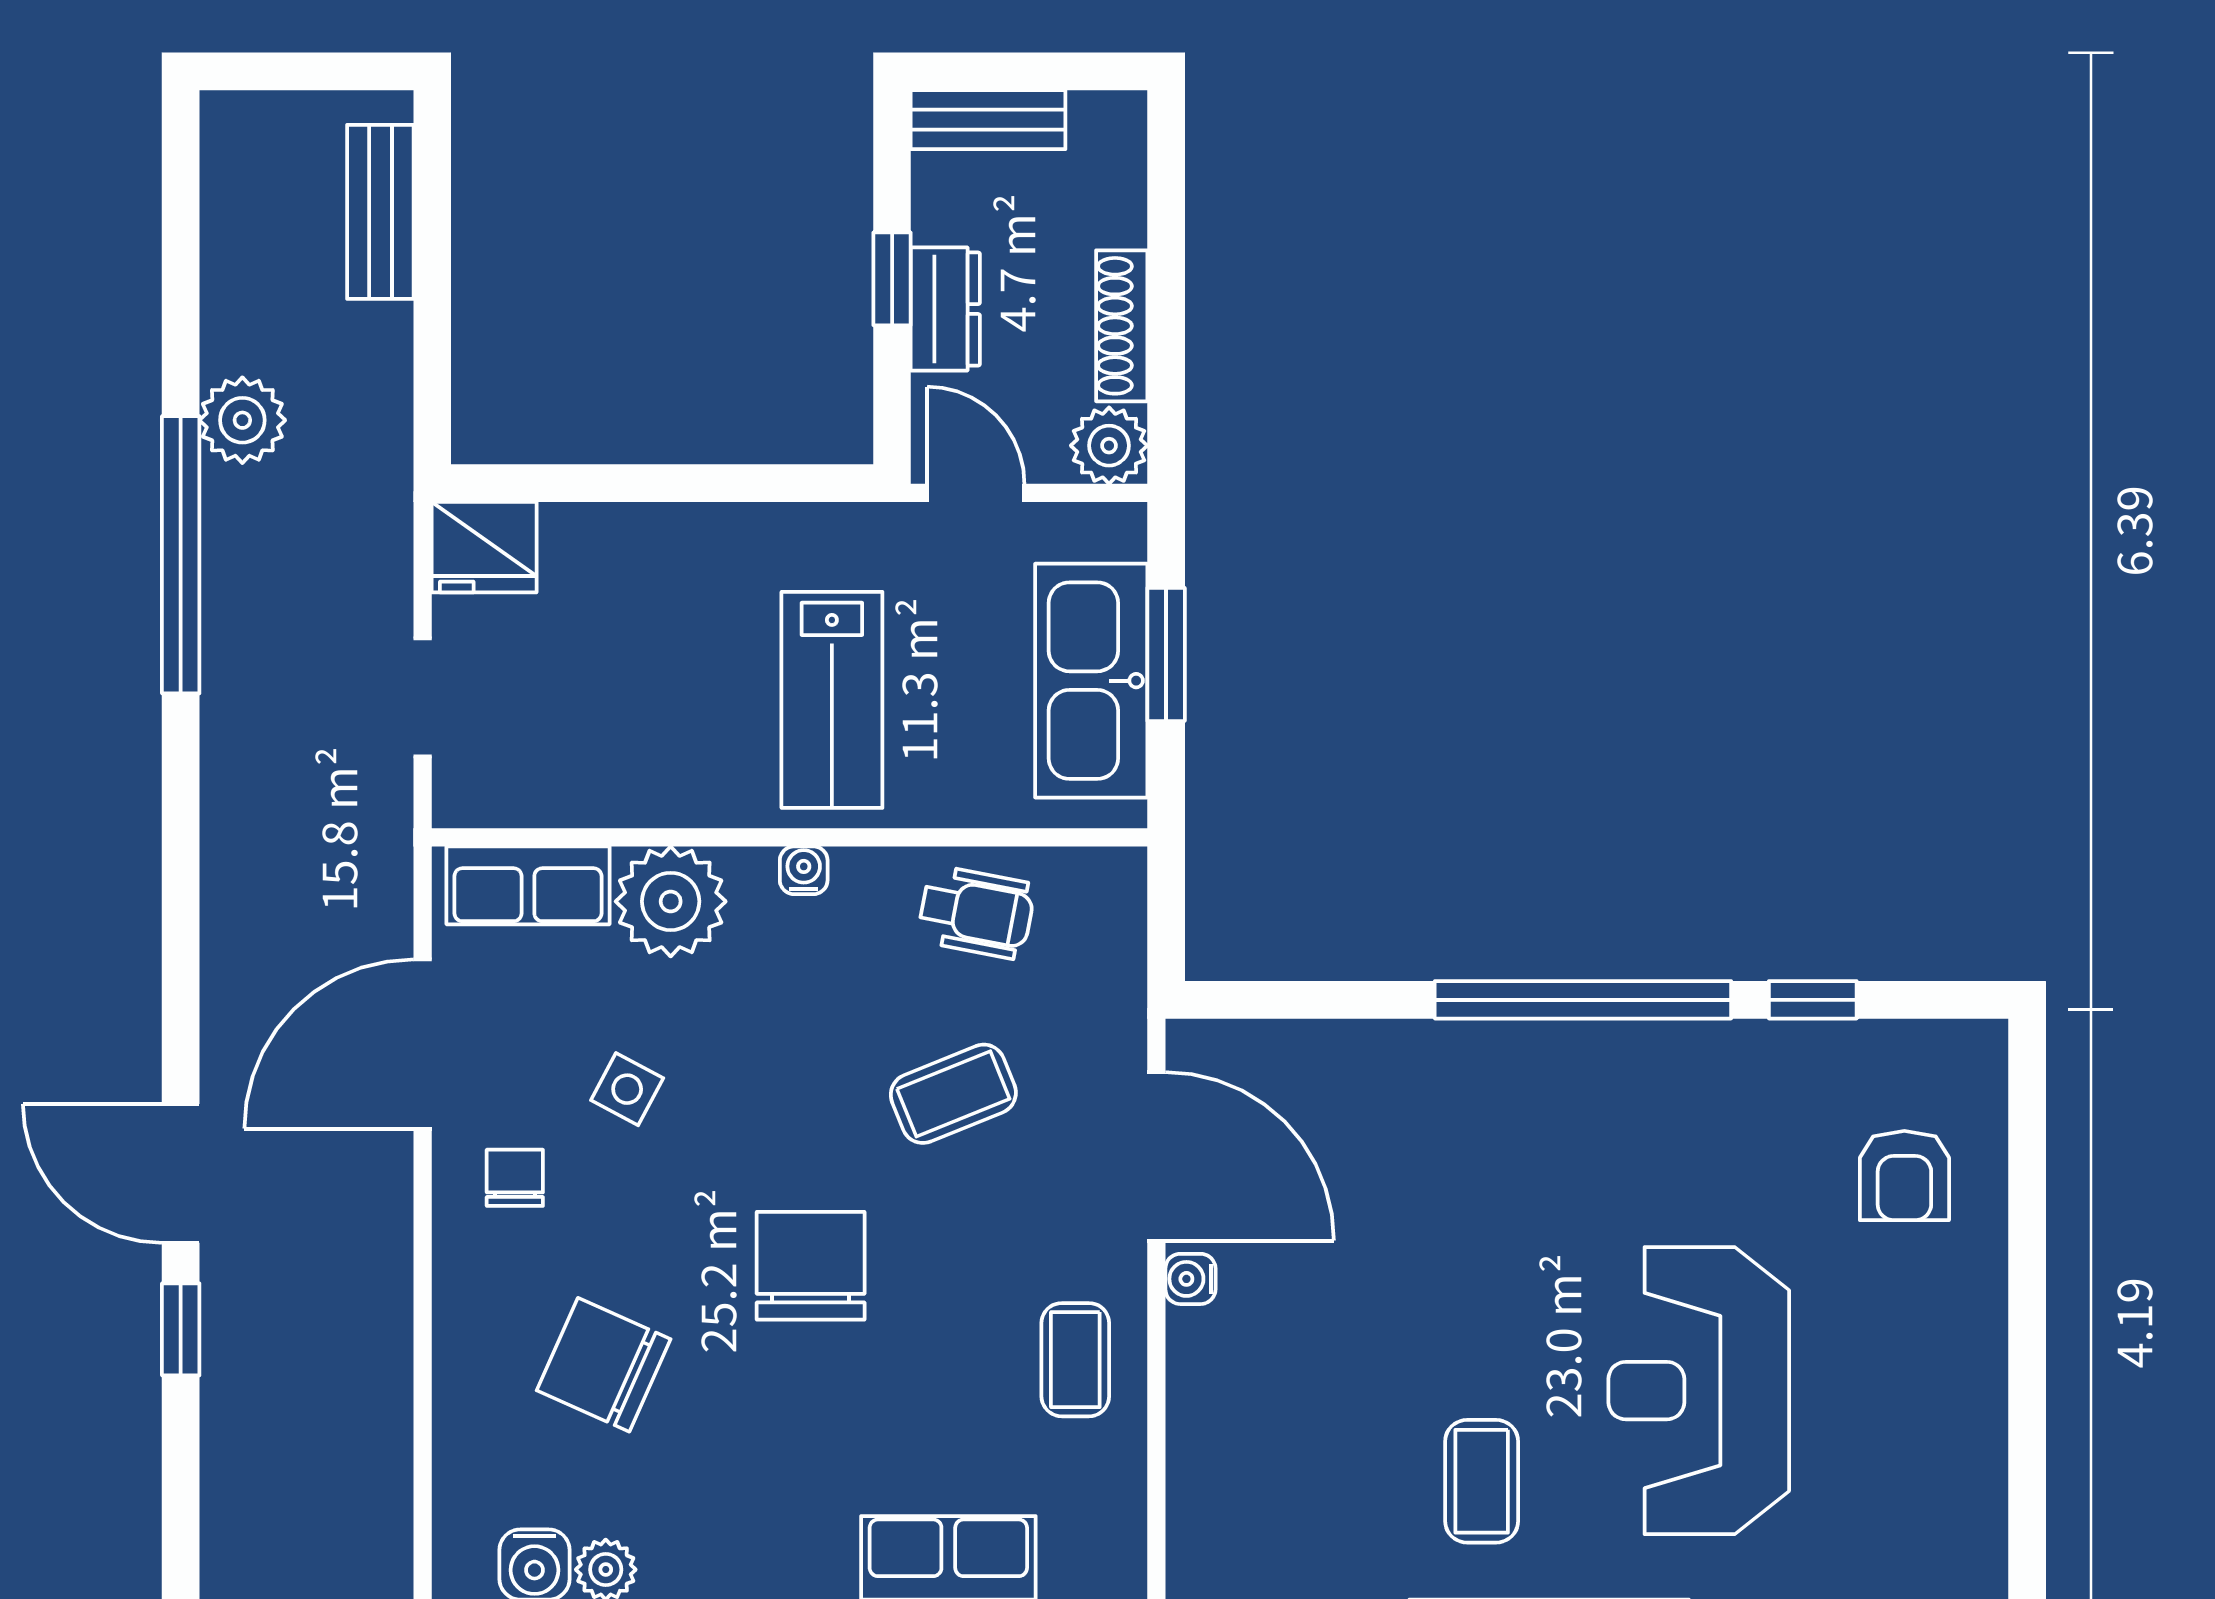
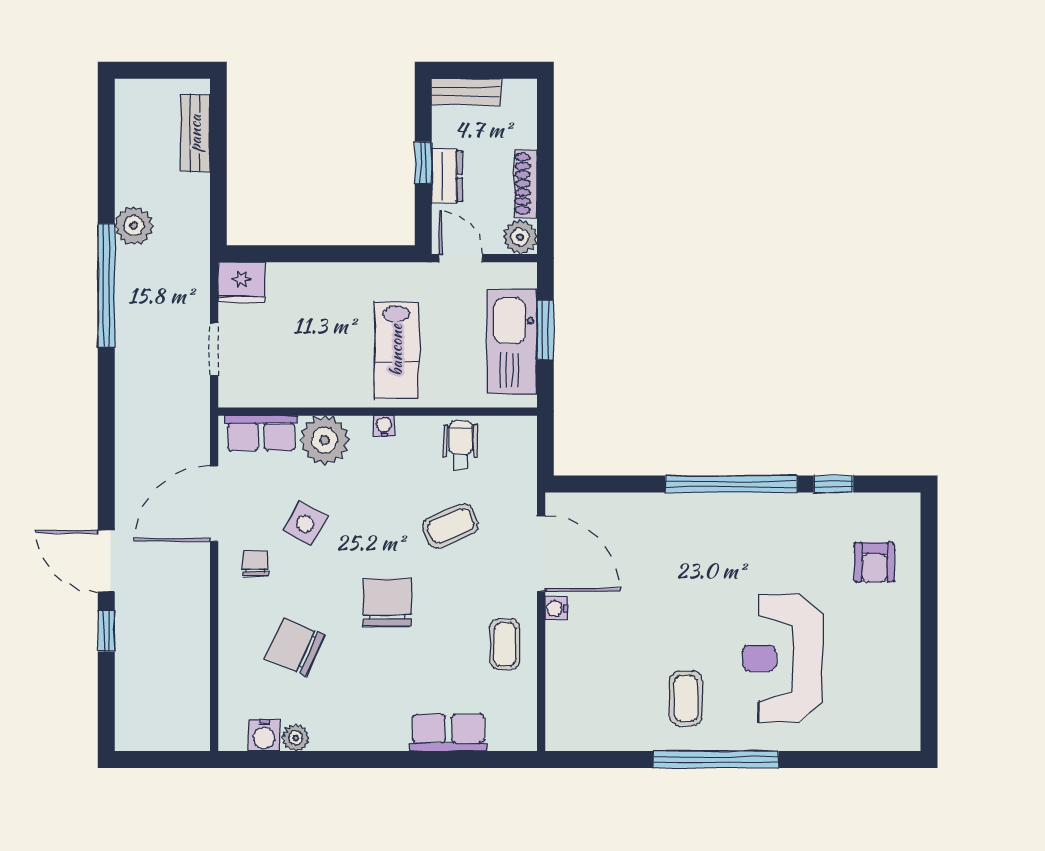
wheelchair: (976, 912) -> (461, 445), turned -101
side table: (627, 1089) -> (305, 524), width x1.37, depth x1.37

